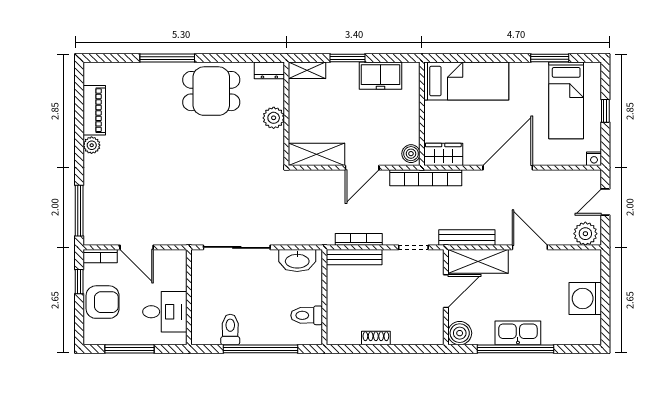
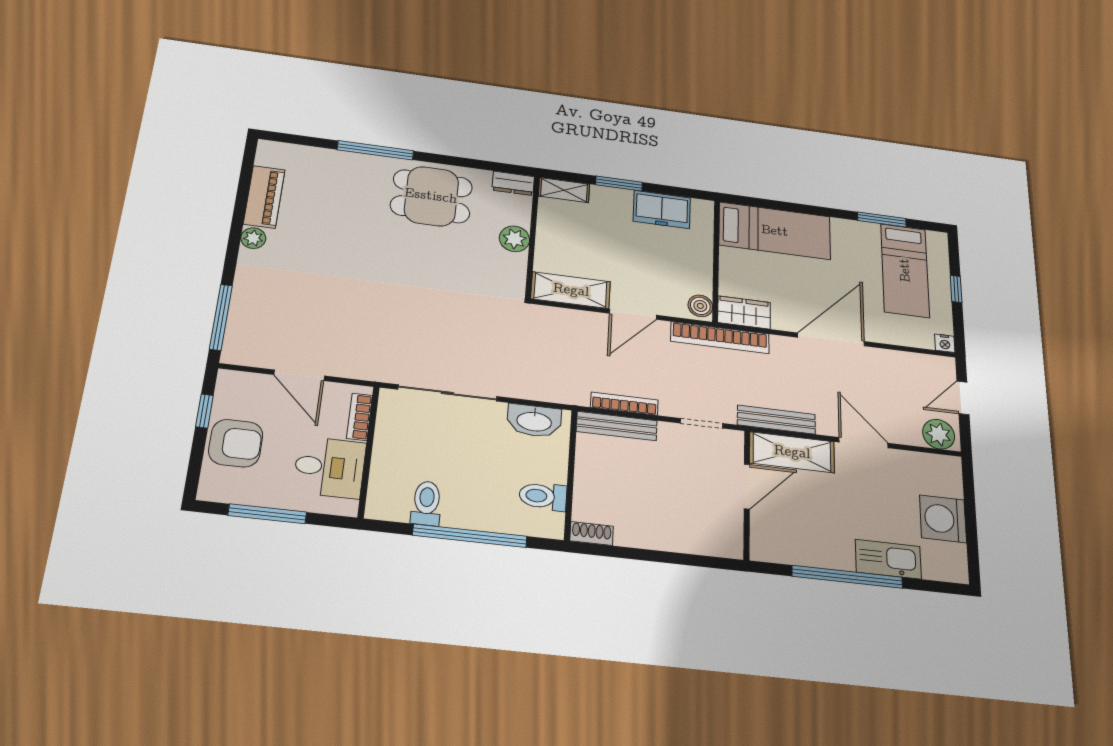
bookcase: (100, 256) -> (360, 417), moved, turned 90
boiler: (460, 333) -> (767, 546), removed
kitchen sink: (518, 333) -> (888, 559), moved
shoe rack: (376, 338) -> (592, 534), moved

